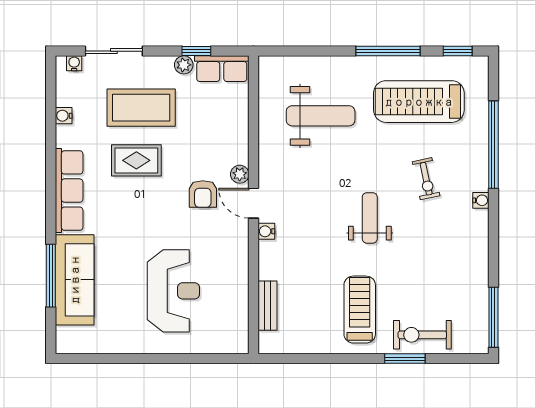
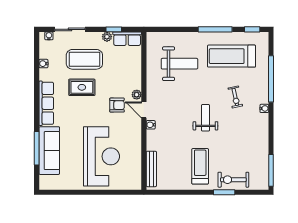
armchair: (203, 194) -> (117, 105), turned -90
reception desk: (173, 291) -> (101, 156), width x1.36, depth x1.30
bench: (268, 306) -> (151, 169), width x1.36

